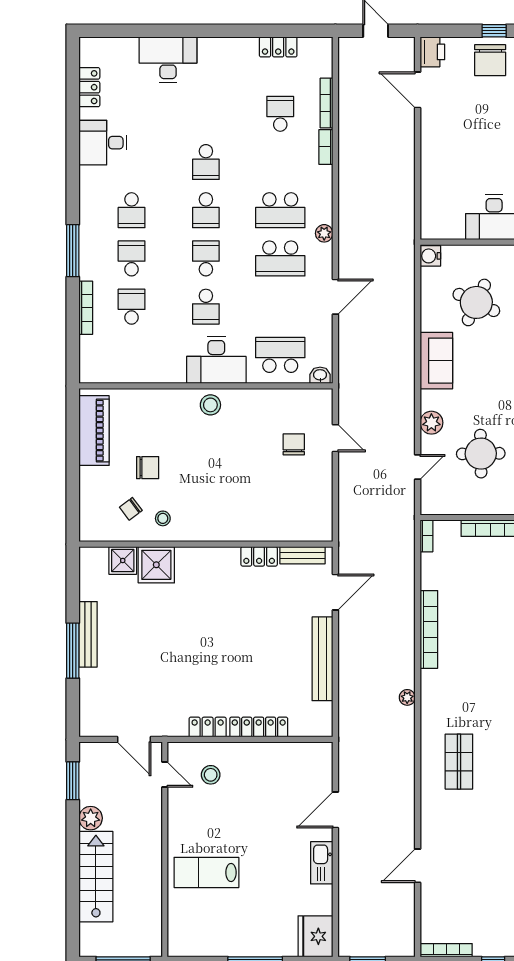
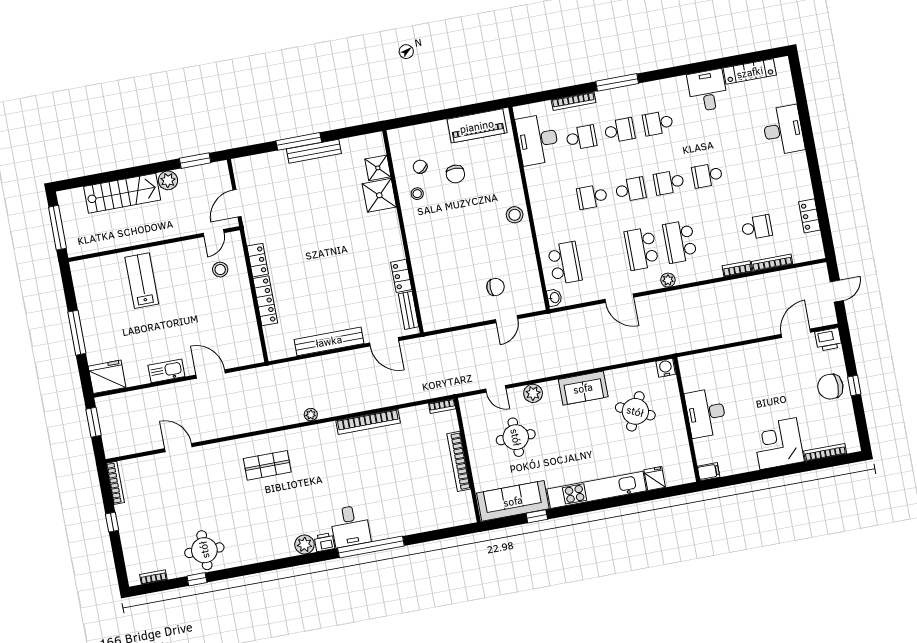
locker: (89, 87) -> (750, 72), width x1.53
desk: (216, 360) -> (538, 140), moved

